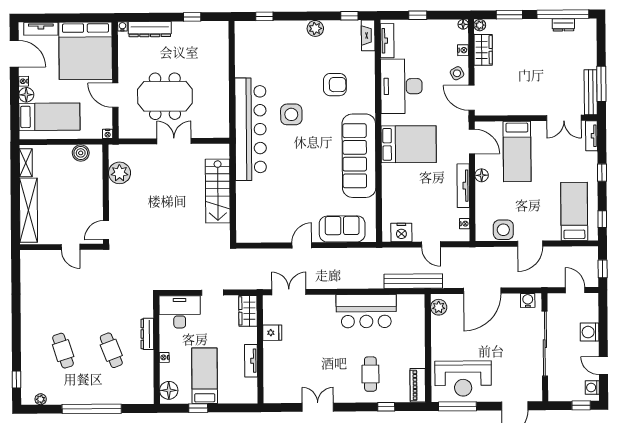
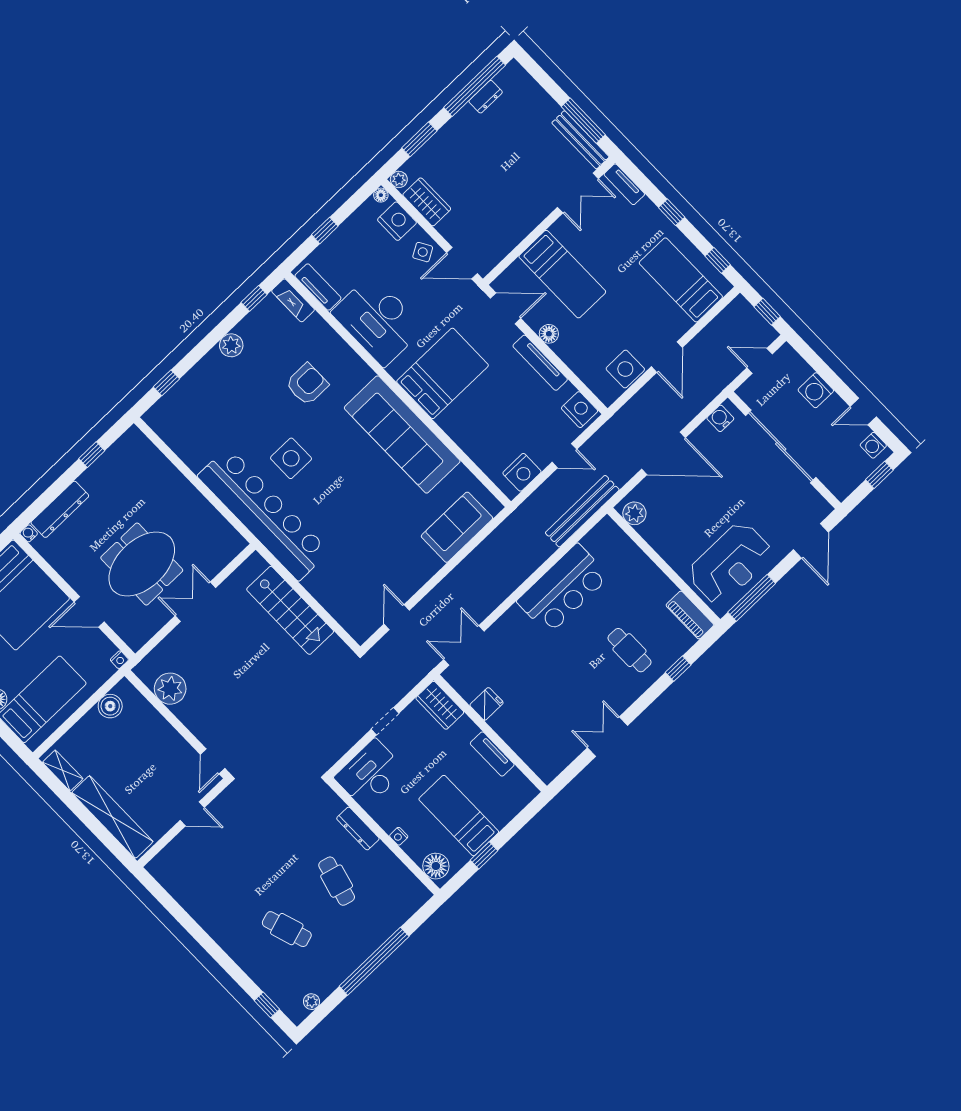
nightstand: (463, 50) -> (397, 221), width x1.89, depth x1.79
nightstand: (465, 224) -> (580, 410), width x1.89, depth x1.79
door: (302, 245) -> (397, 617), moved
door: (482, 291) -> (663, 453), hinge flipped
cafe table: (111, 350) -> (337, 881), turned 36

